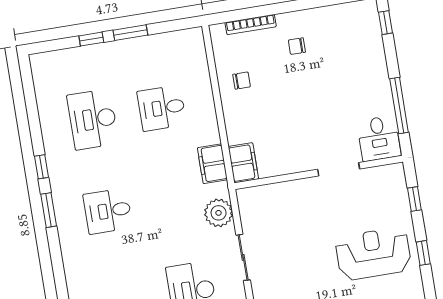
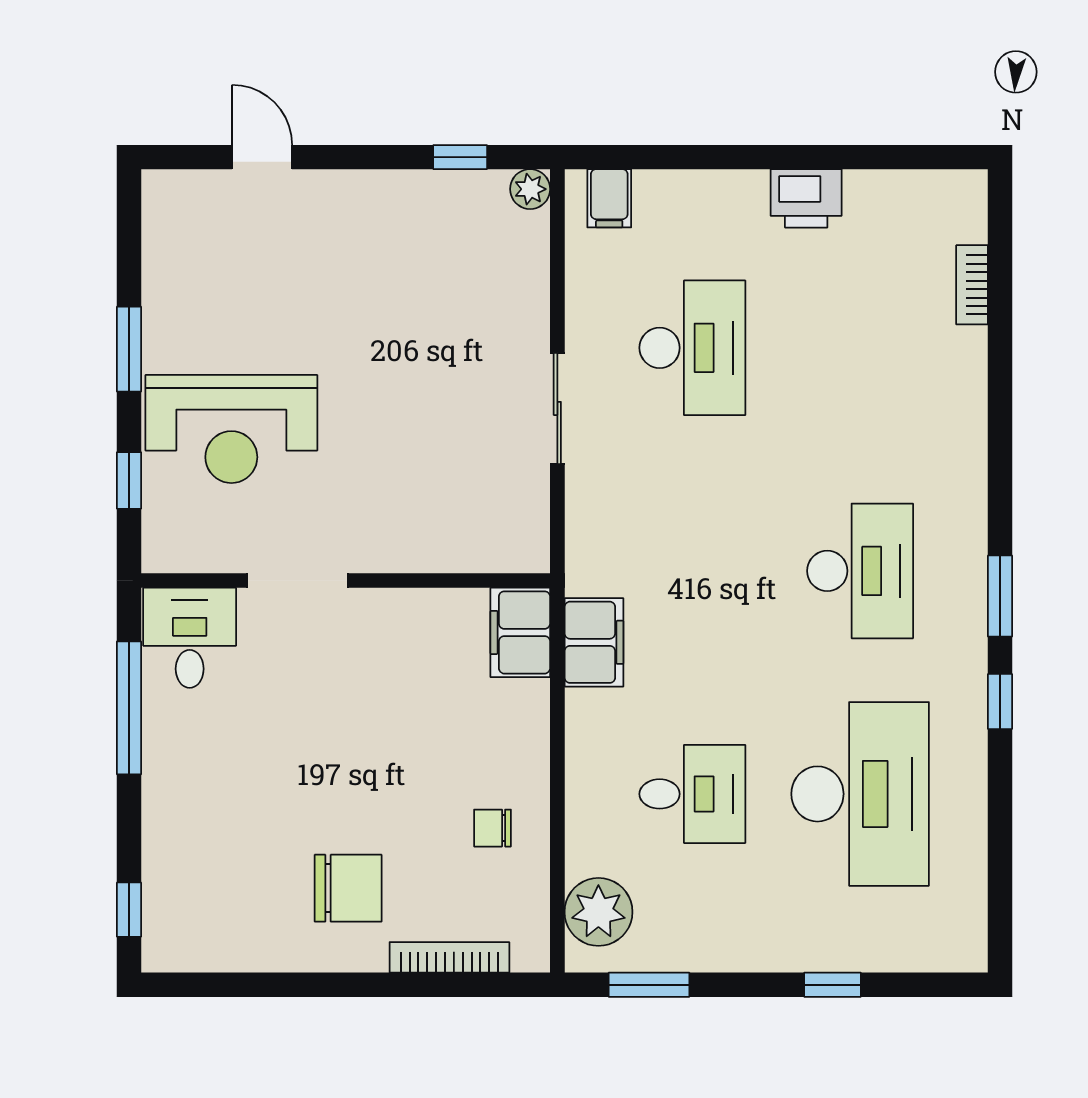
window: (130, 33) -> (649, 985), moved
chair: (297, 46) -> (348, 888), width x1.87, depth x1.87
desk: (93, 119) -> (860, 794), width x1.36, depth x1.30
desk: (108, 211) -> (860, 571), width x1.37
plant: (219, 213) -> (598, 912), moved
window: (423, 253) -> (129, 349), width x1.50
reception desk: (373, 254) -> (231, 429), moved

